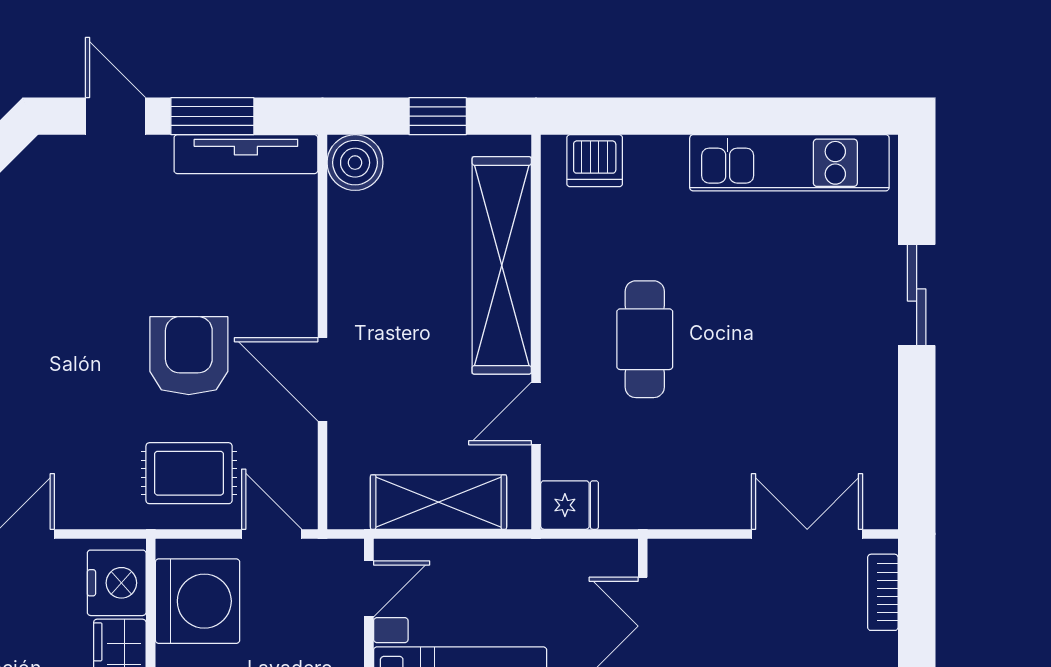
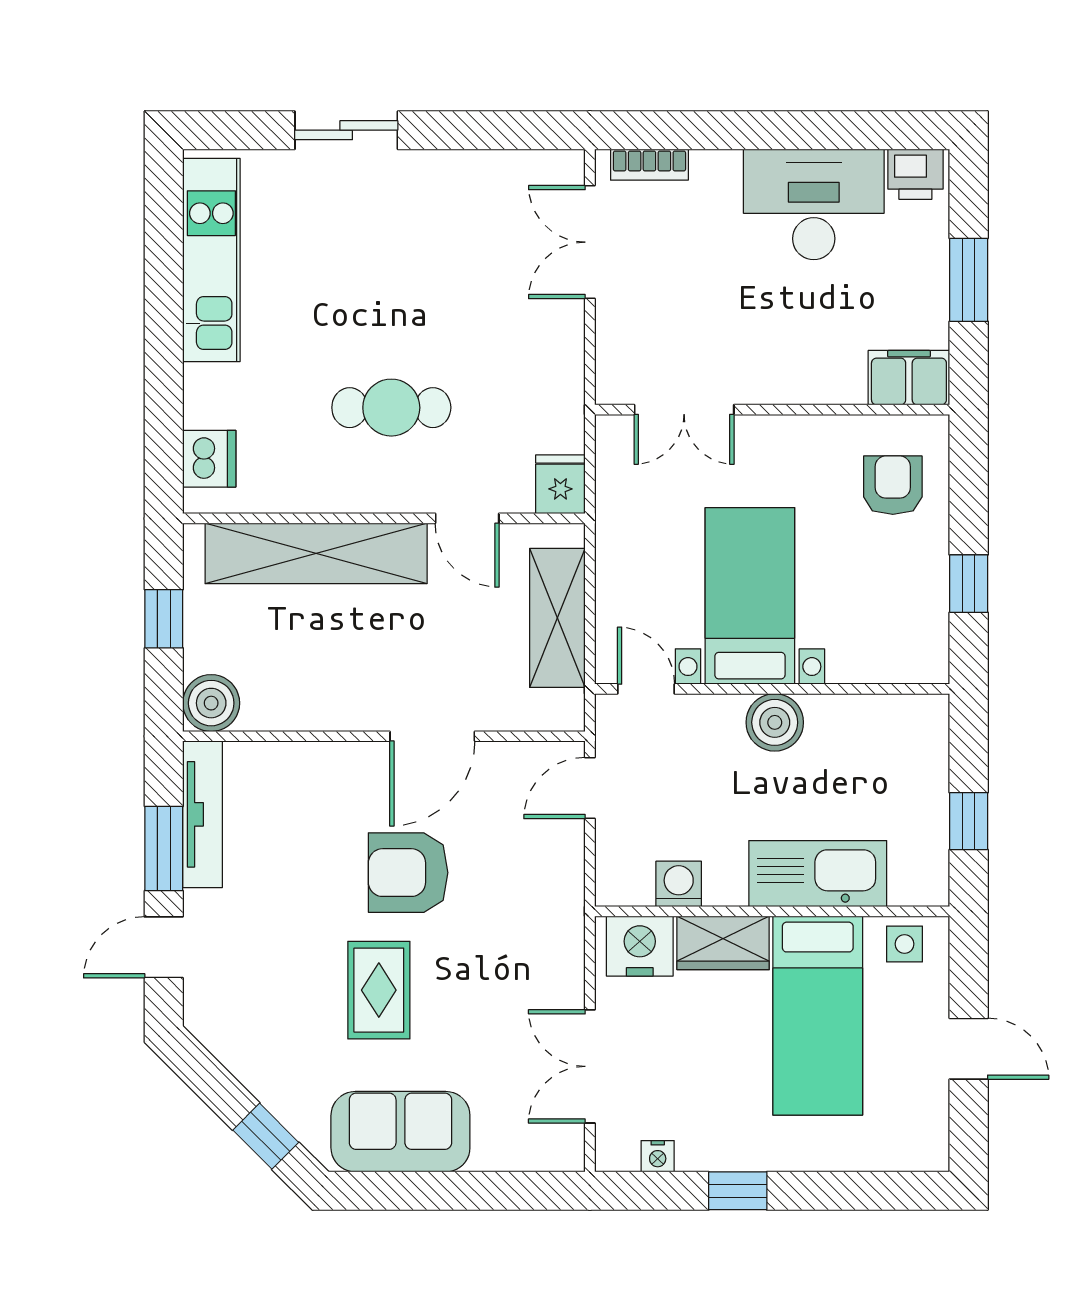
rug: (189, 473) -> (379, 990), moved
washing machine: (198, 601) -> (679, 884), width x0.53, depth x0.53

